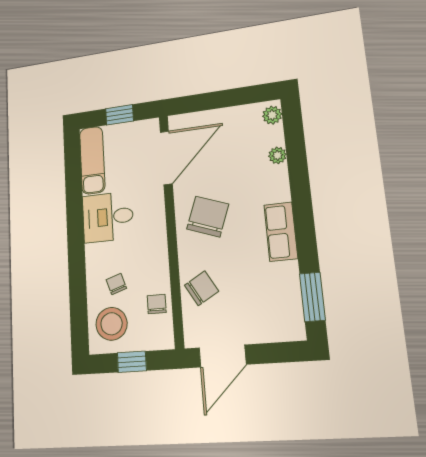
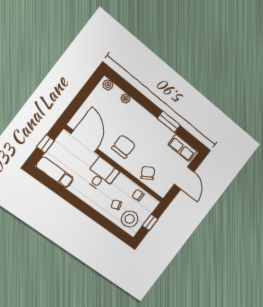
chair: (208, 216) -> (124, 147), turned 70
desk: (108, 217) -> (101, 175), moved, turned 180
row of seats: (281, 232) -> (182, 148), moved
window: (312, 297) -> (169, 122), moved
door: (223, 356) -> (184, 178), moved

